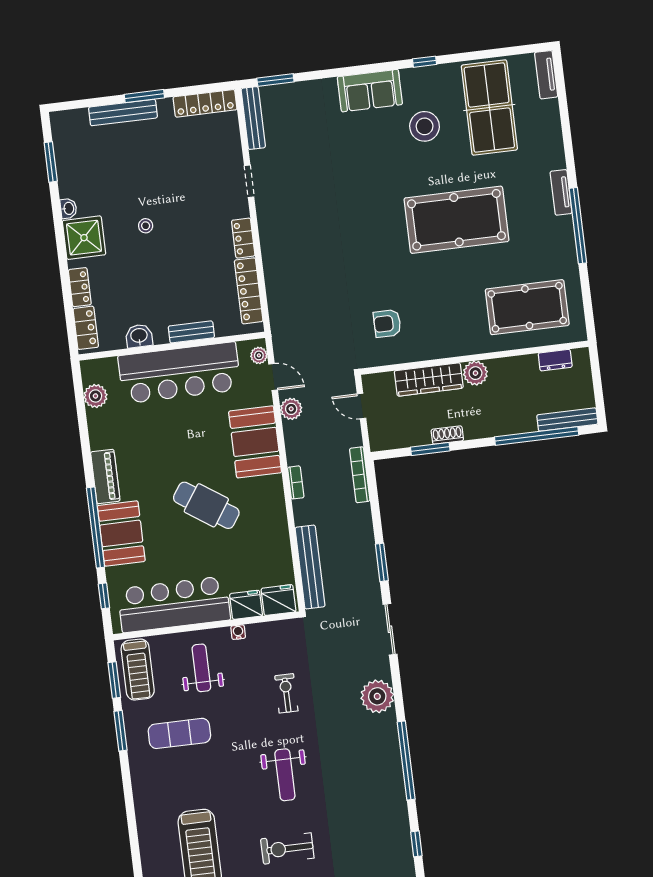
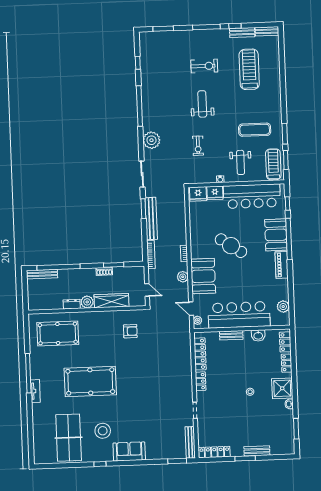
tv unit: (546, 75) -> (38, 452), removed
bench: (123, 112) -> (257, 451), width x0.73
dresser: (555, 360) -> (72, 304), moved
plant: (291, 409) -> (183, 277), moved
bench: (310, 567) -> (151, 218), moved

